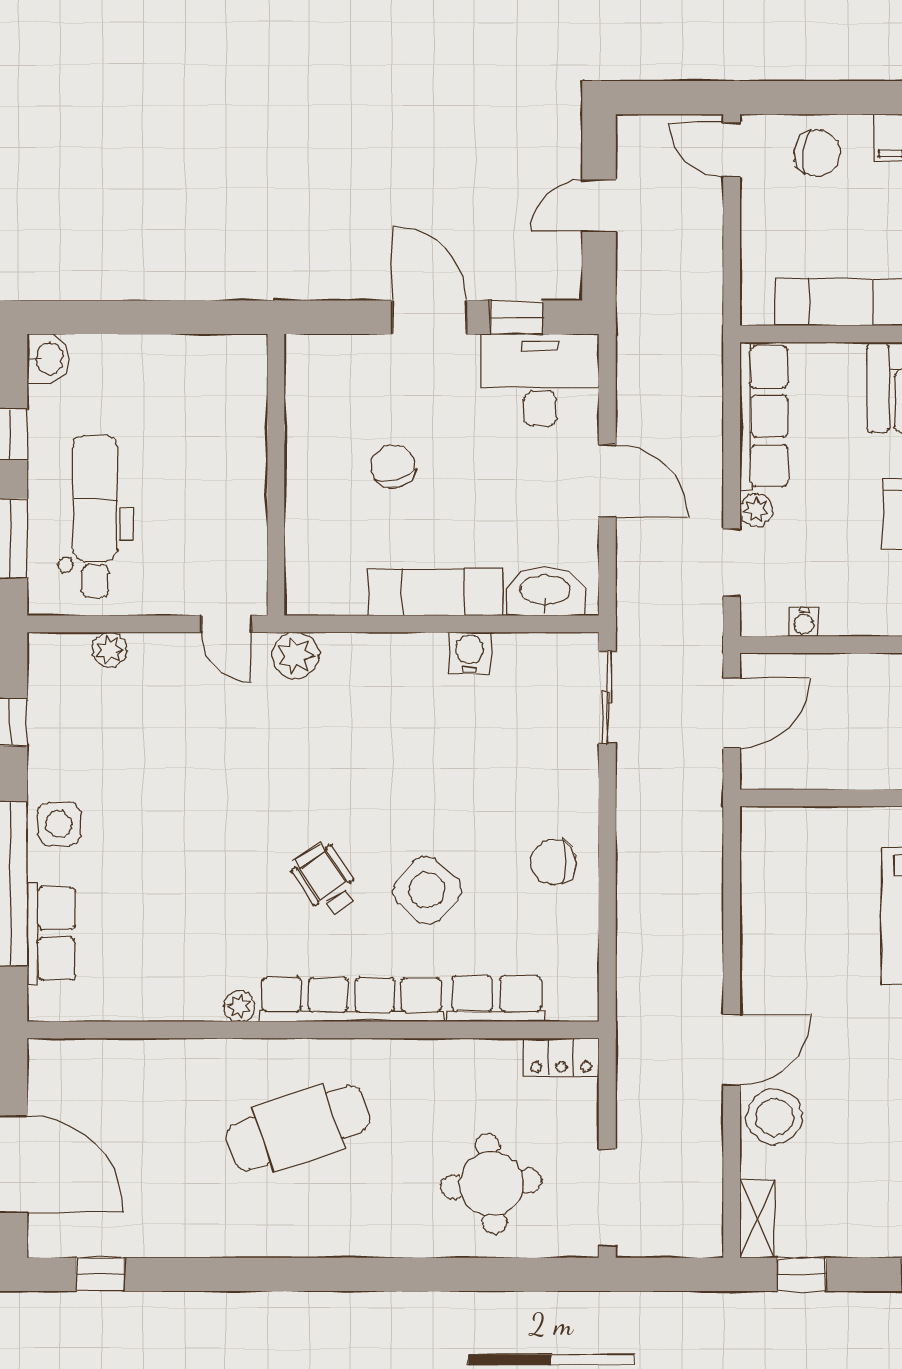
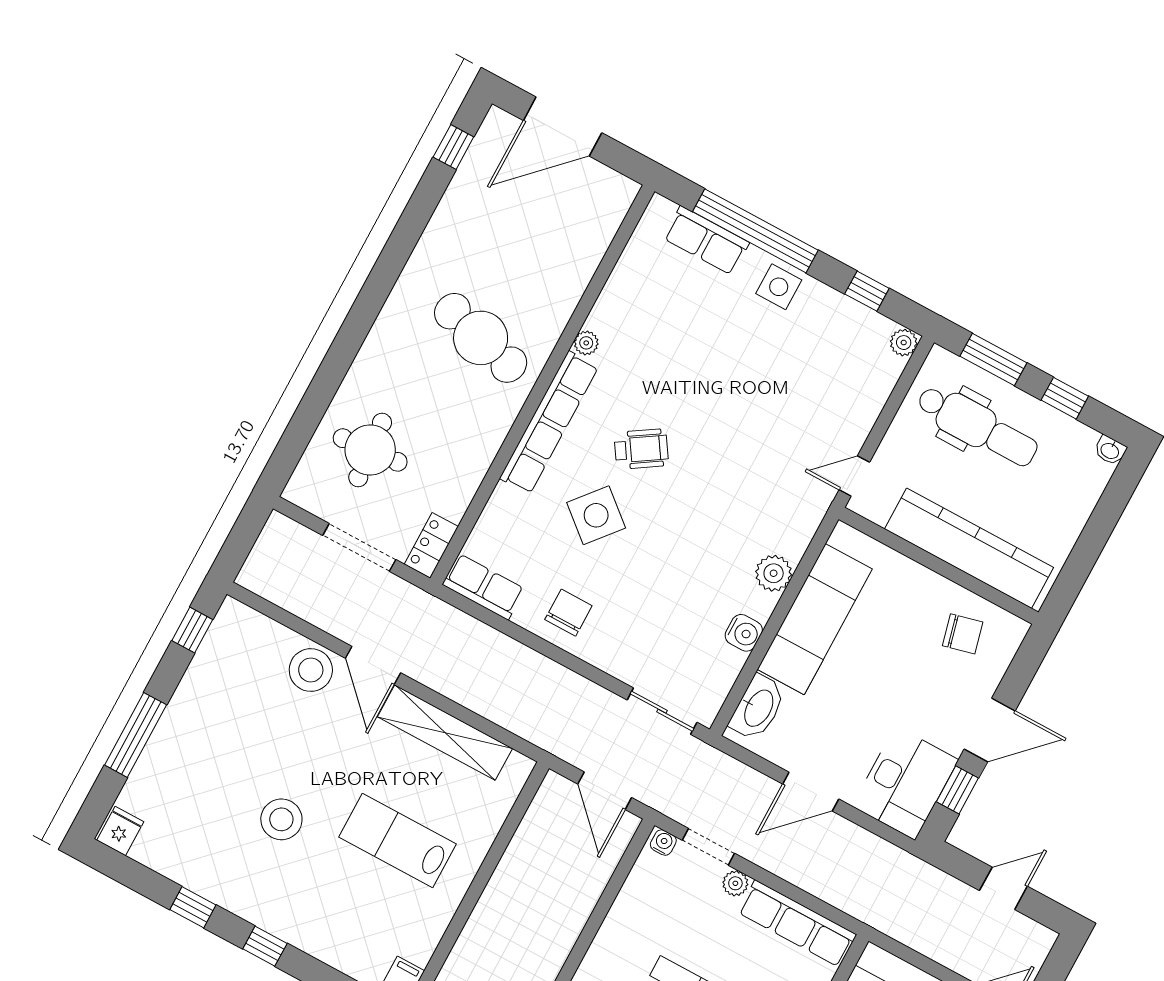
door: (599, 206) -> (1003, 888), hinge flipped
washbasin: (48, 359) -> (1110, 450), width x0.72, depth x0.69
kitchen counter: (238, 451) -> (969, 548), added
chair: (393, 466) -> (963, 634), moved
exam couch: (435, 592) -> (815, 619), width x1.36, depth x1.45
water cooler: (804, 622) -> (663, 843), moved, turned 90
plant: (109, 649) -> (904, 343), moved
plant: (295, 655) -> (774, 573), moved
row of seats: (496, 999) -> (483, 587), moved, turned -90
cafe table: (298, 1128) -> (481, 338), turned -56
doorway: (607, 1197) -> (359, 547), moved
shelving: (757, 1219) -> (445, 733), moved, width x2.20, depth x1.33

